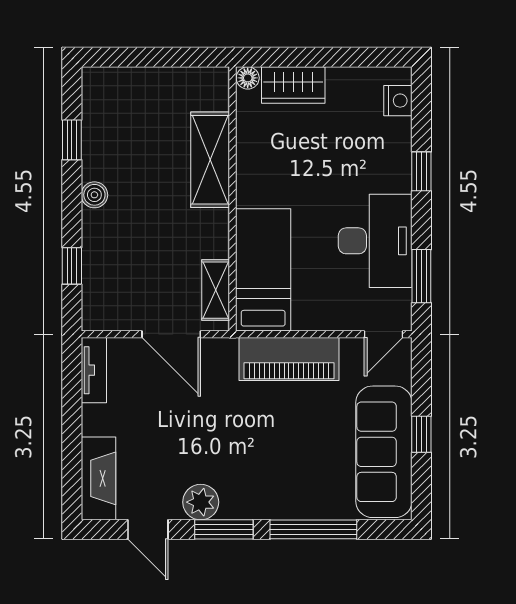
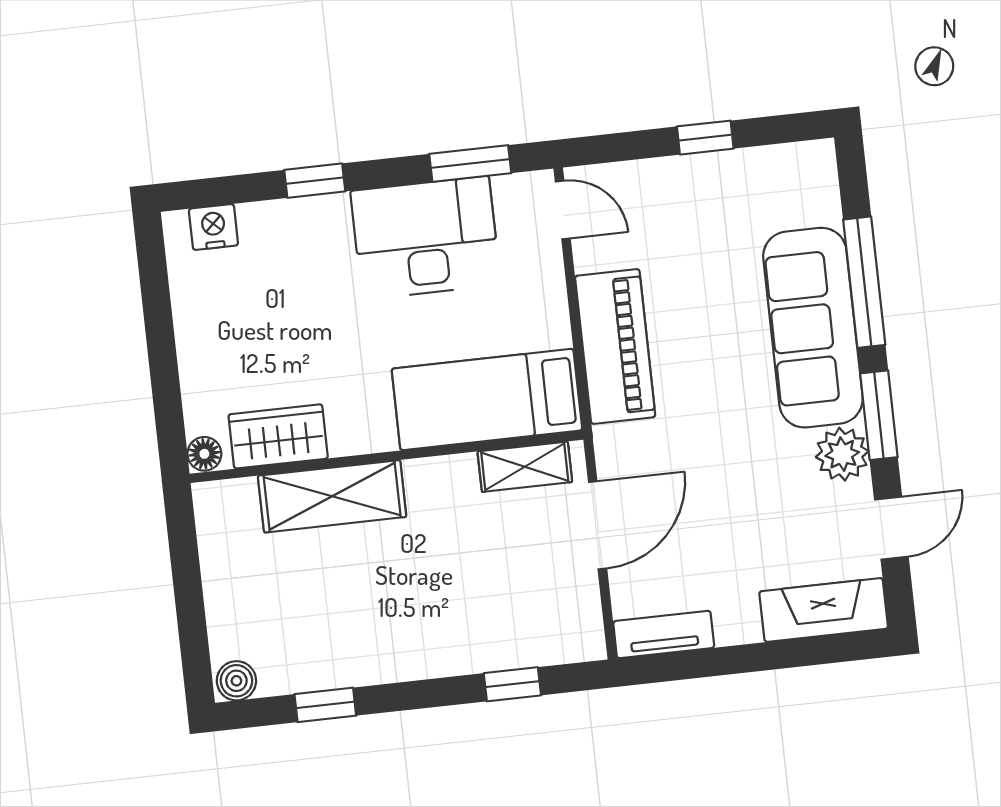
wardrobe: (293, 85) -> (278, 436), moved, turned -90
boiler: (94, 195) -> (236, 681), moved
sofa: (384, 452) -> (813, 328), moved, turned 90

